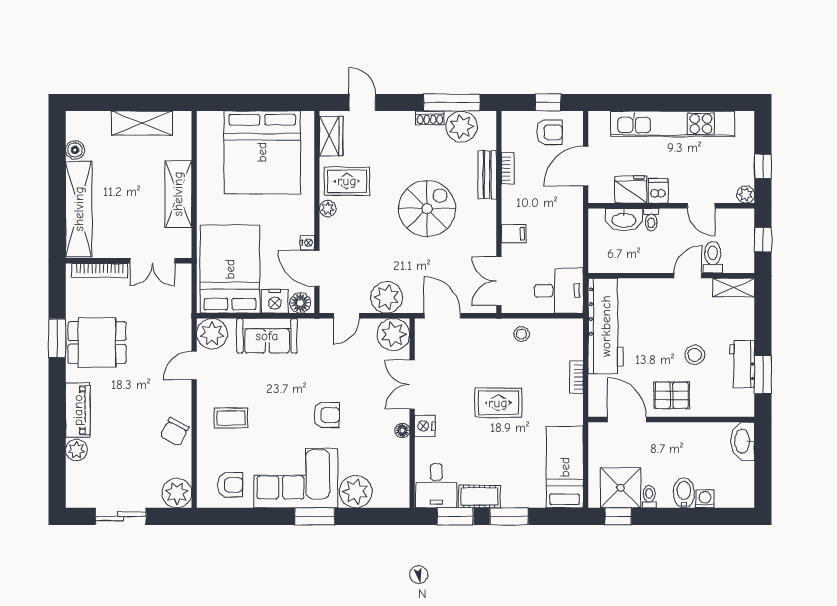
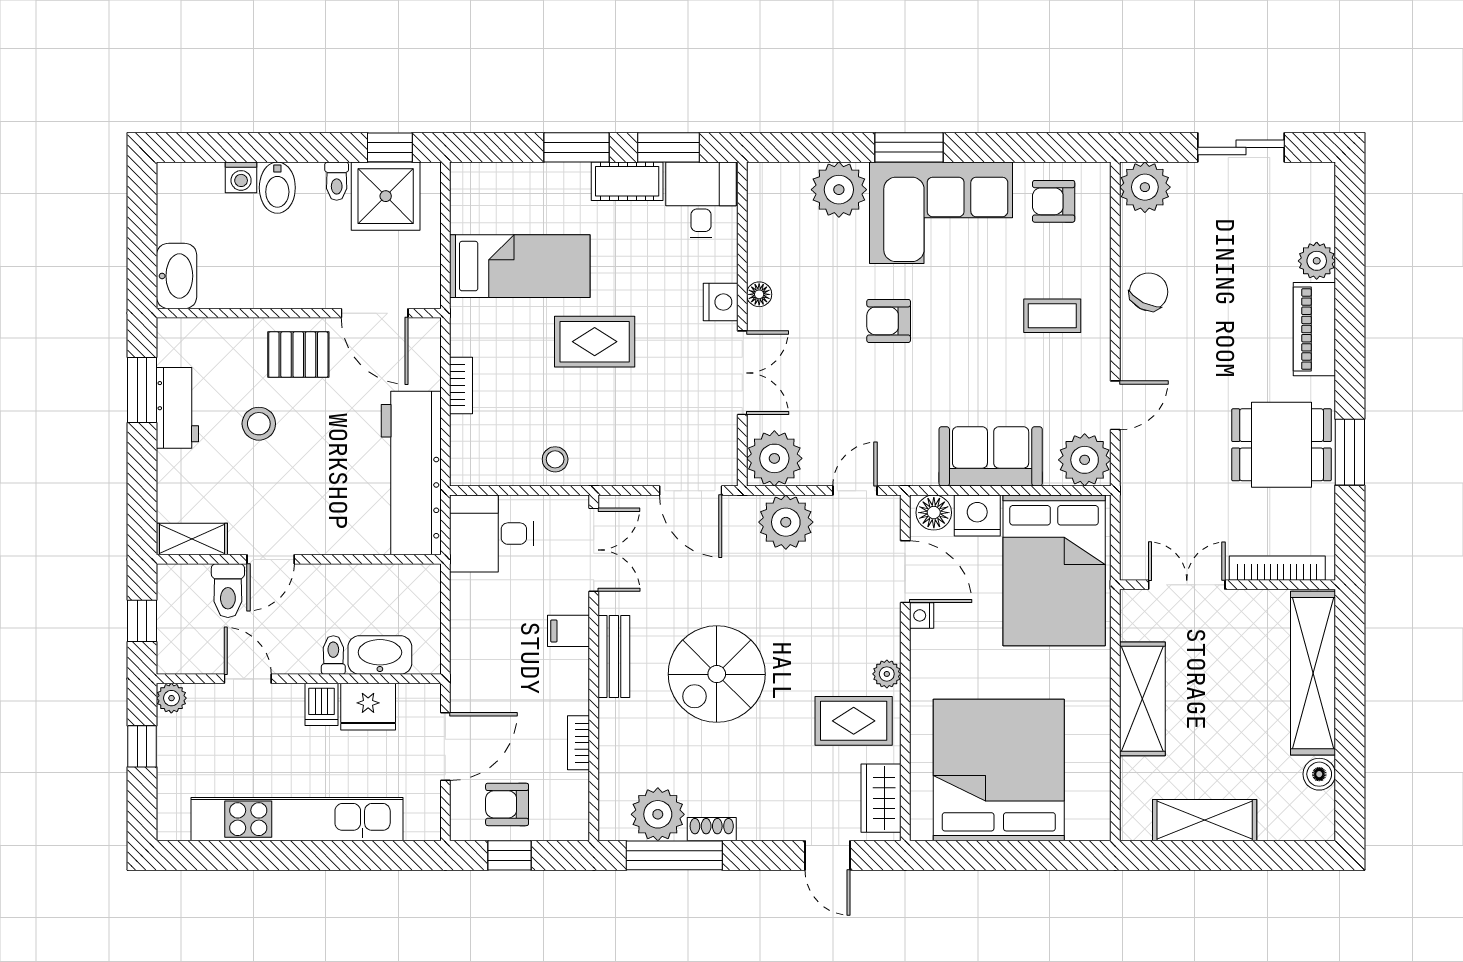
bench: (487, 175) -> (614, 656), moved
bed: (565, 467) -> (520, 266), moved, turned -90

